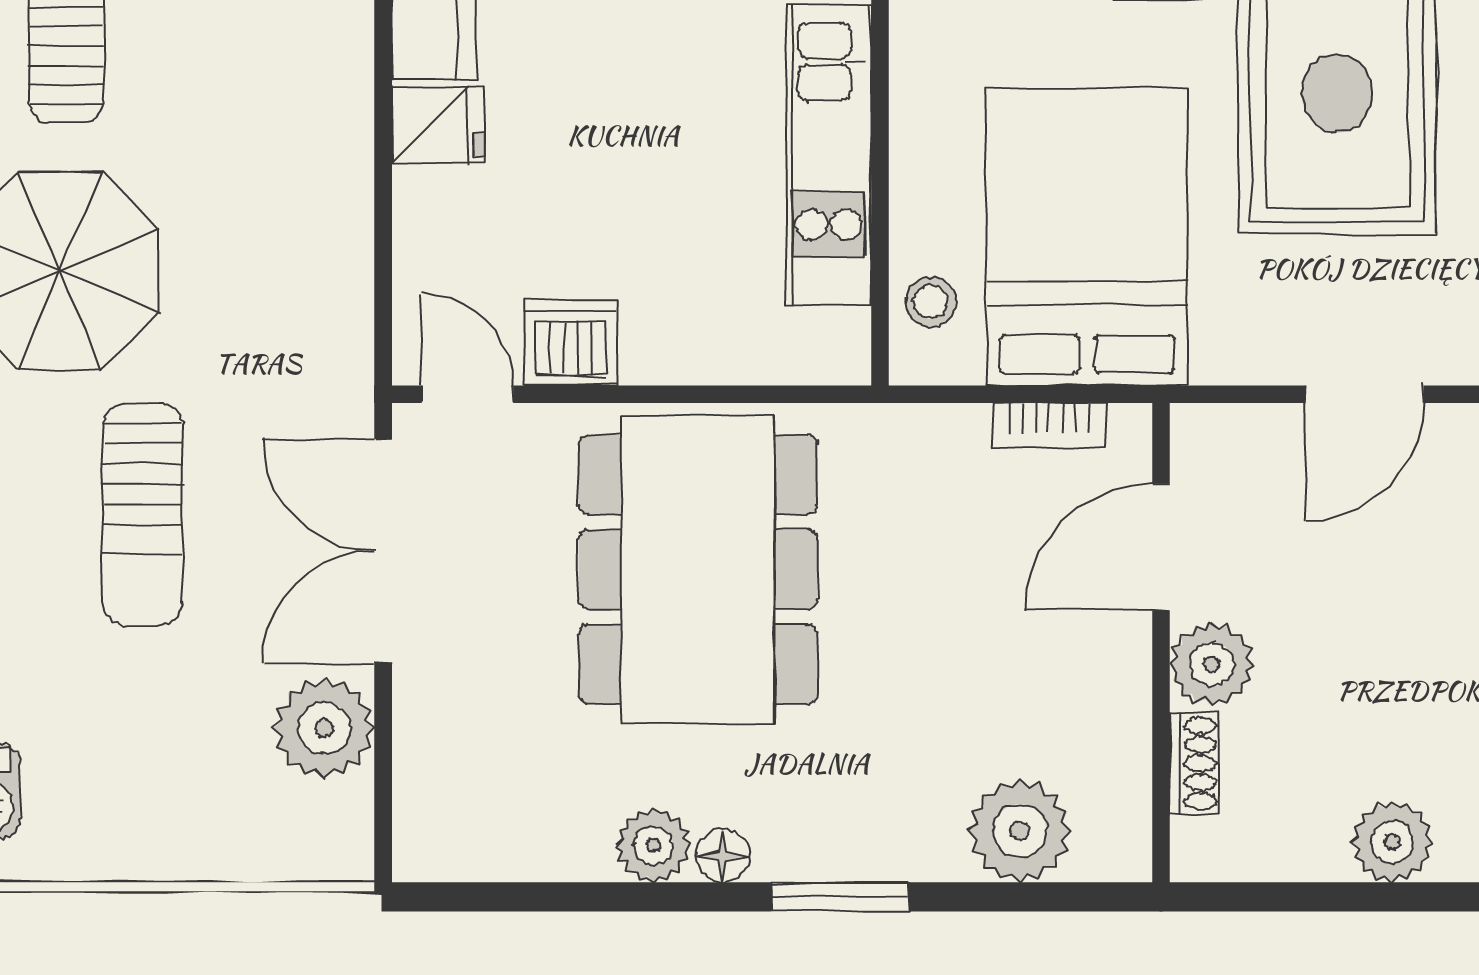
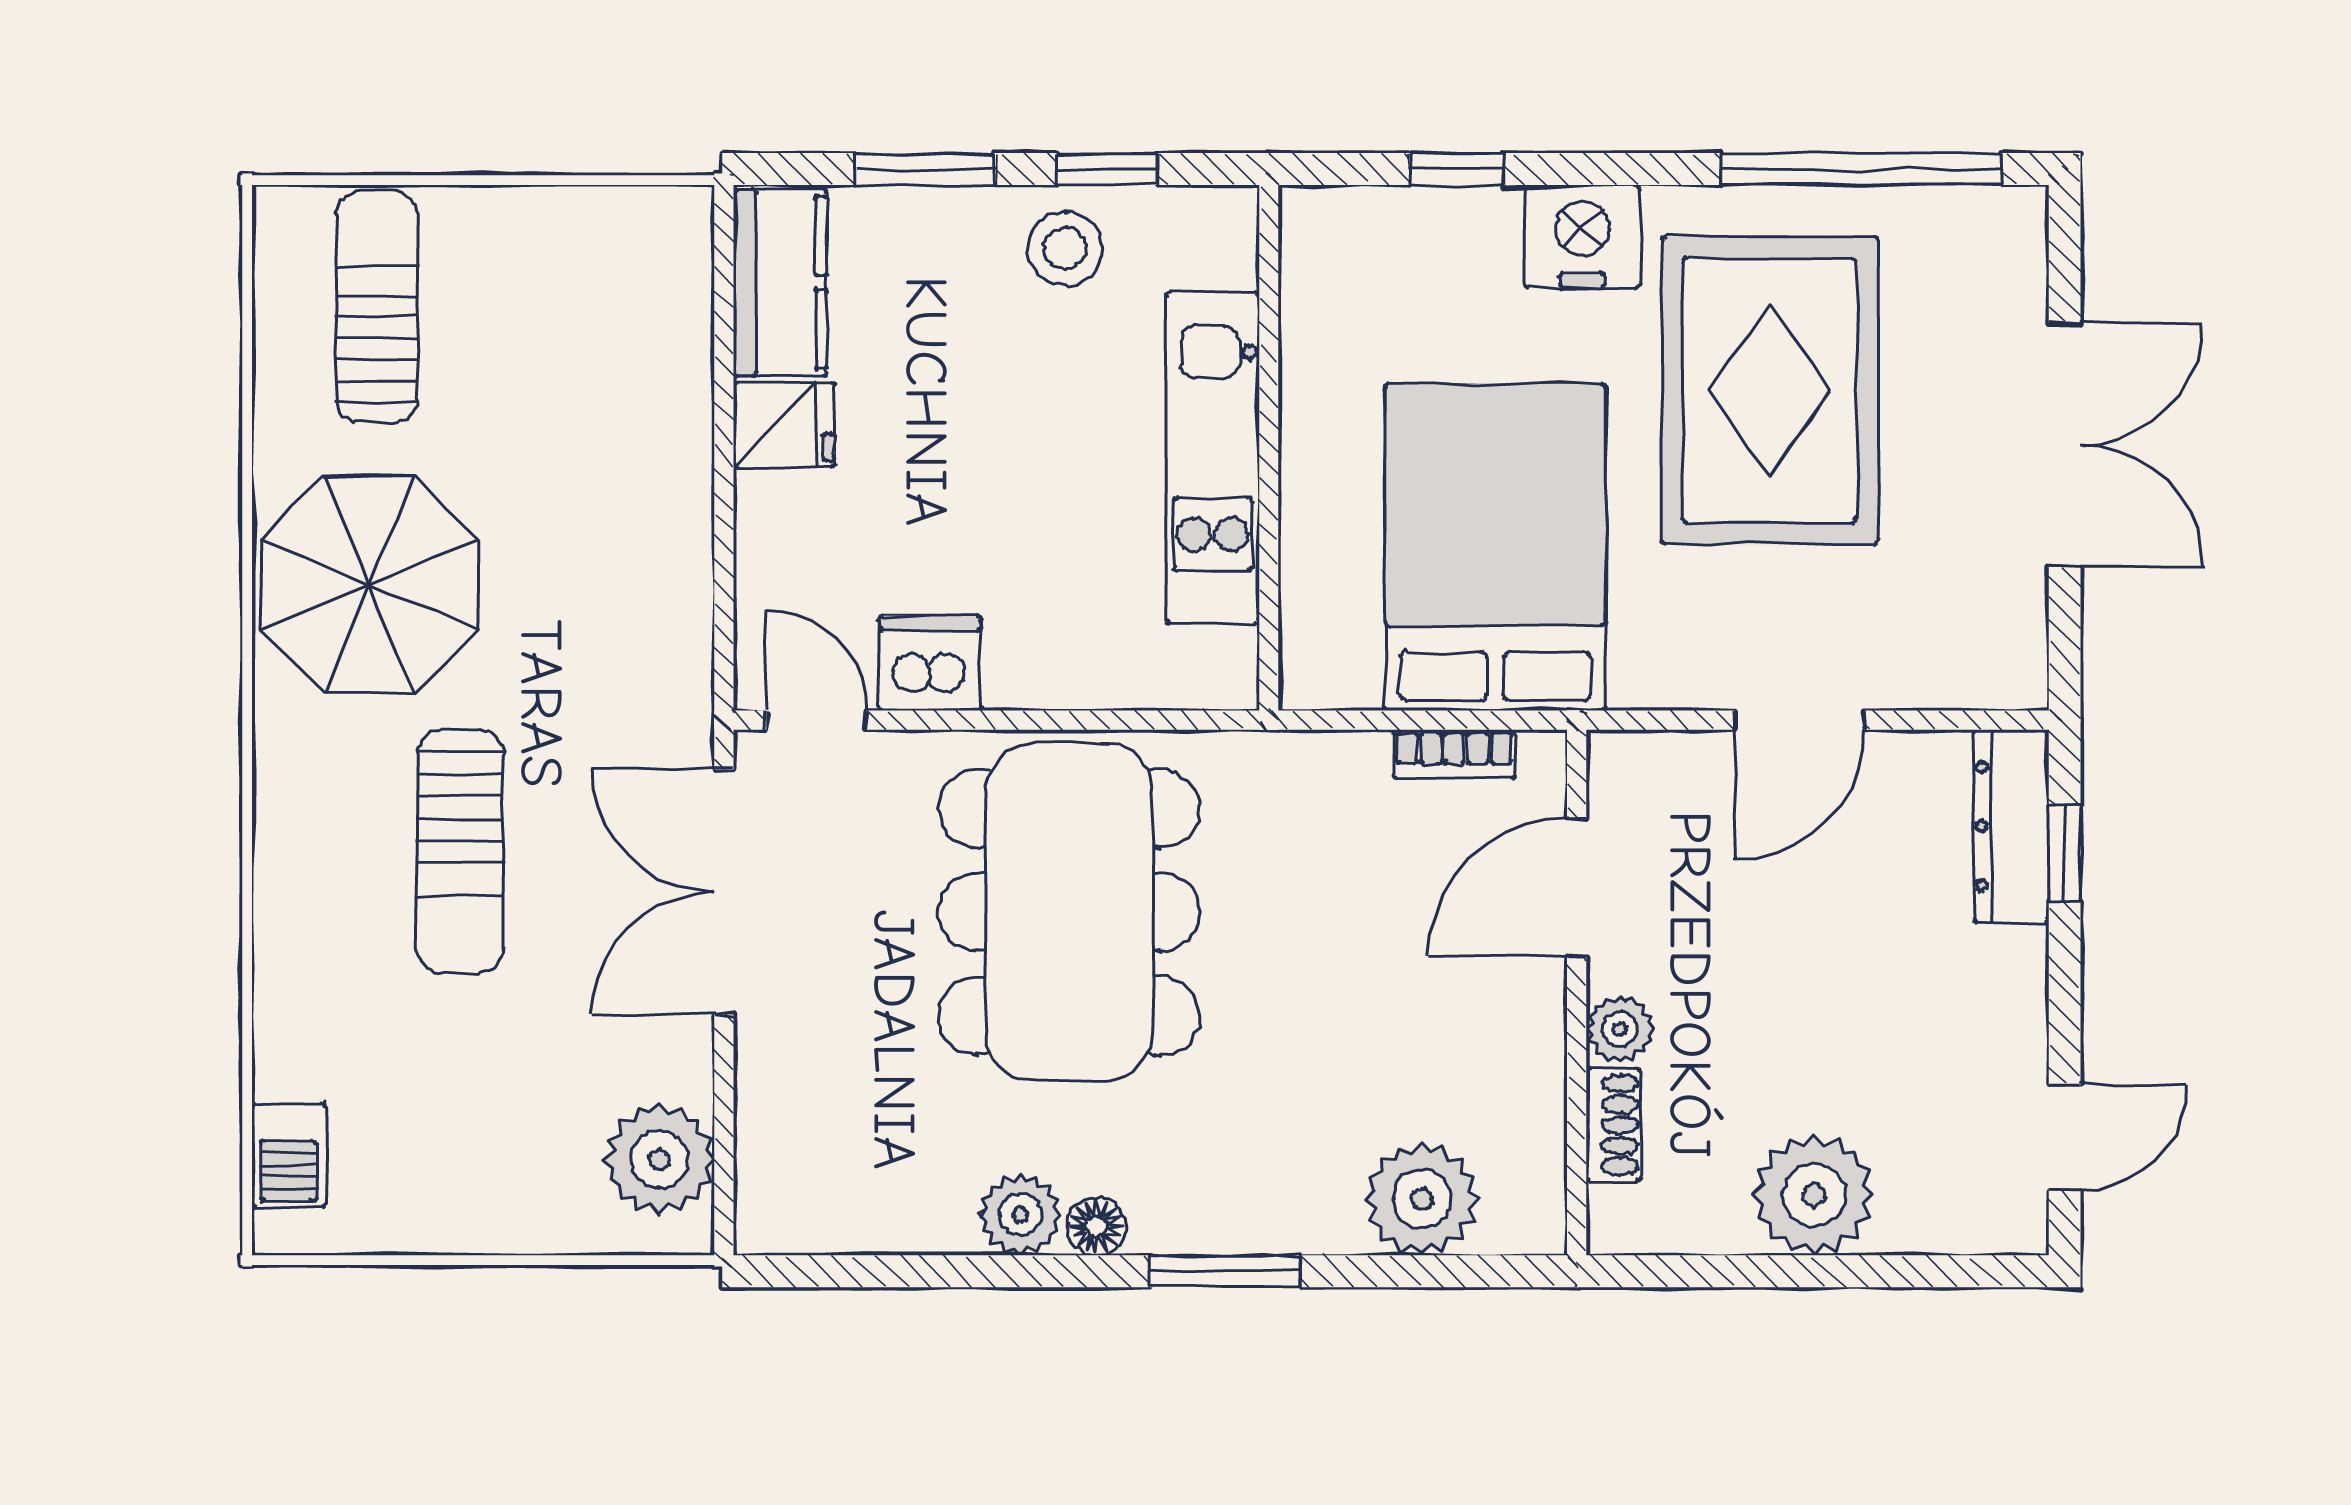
stool: (931, 302) -> (1324, 619), removed
plant: (1212, 664) -> (1620, 1029), width x0.73, depth x0.73
plant: (324, 728) -> (659, 1159), moved
plant: (1392, 842) -> (1814, 1195), width x1.36, depth x1.36

